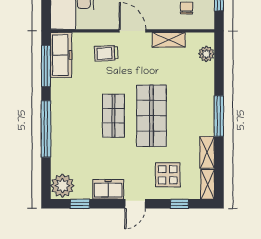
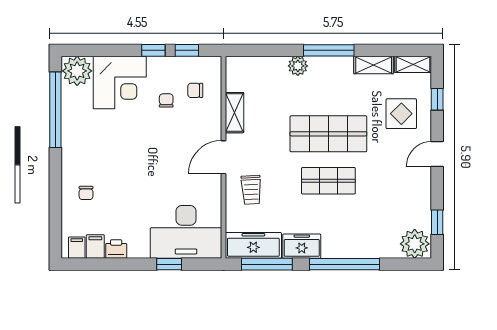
plant: (206, 54) -> (298, 66), moved
freezer: (108, 189) -> (302, 246), moved, turned 90
door: (135, 204) -> (437, 154), swing flipped

